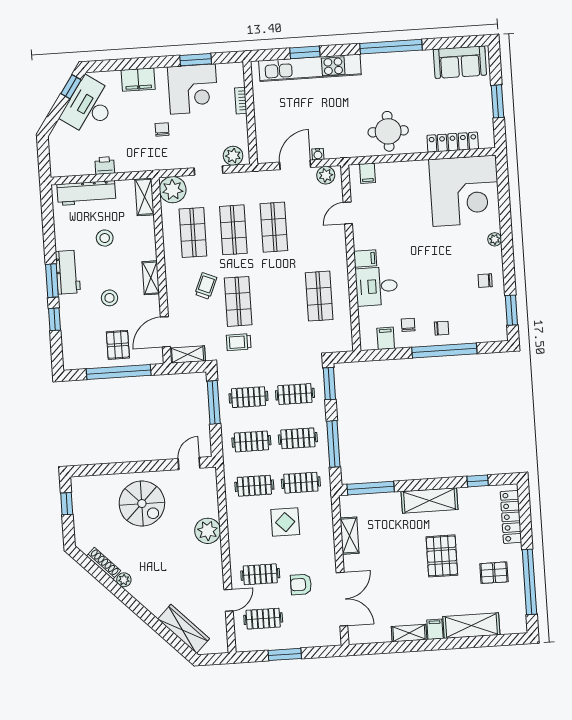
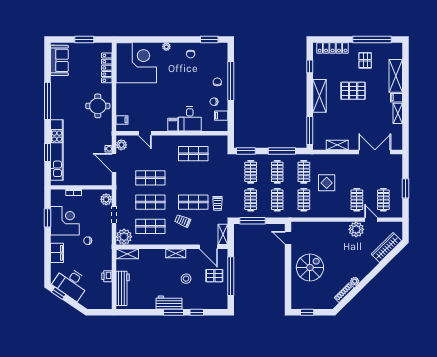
stool: (105, 238) -> (150, 279), removed
plant: (208, 531) -> (356, 229), moved
armchair: (301, 584) -> (364, 176), removed

